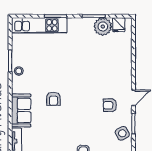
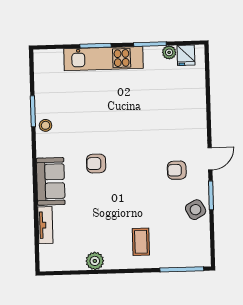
kitchen unit: (39, 25) -> (103, 59), moved
plant: (103, 27) -> (169, 52), width x0.53, depth x0.53
armchair: (53, 99) -> (96, 164), turned 90

